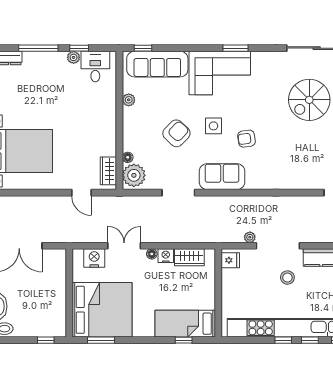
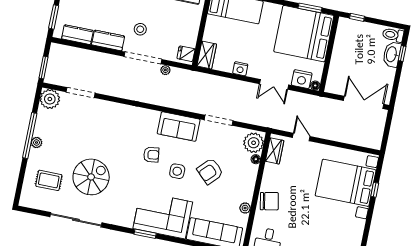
chair: (103, 113) -> (269, 201), added
floor lamp: (152, 254) -> (315, 85), moved
wardrobe: (189, 257) -> (207, 55), moved, turned 90

